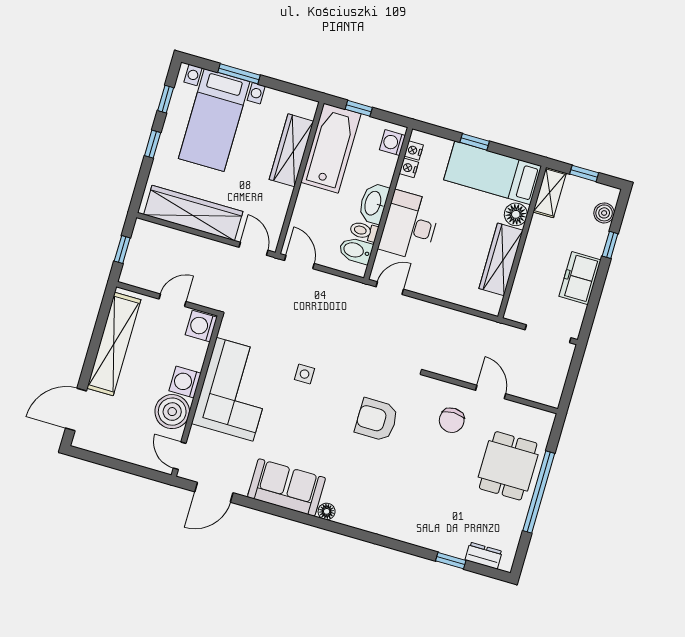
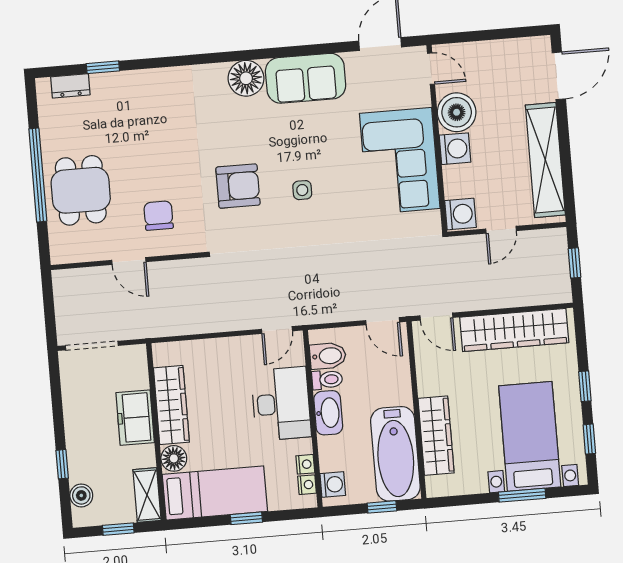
freezer: (580, 278) -> (135, 418), moved, turned 180
side table: (305, 374) -> (302, 190), moved
floor lamp: (327, 511) -> (246, 78), width x1.89, depth x1.89

